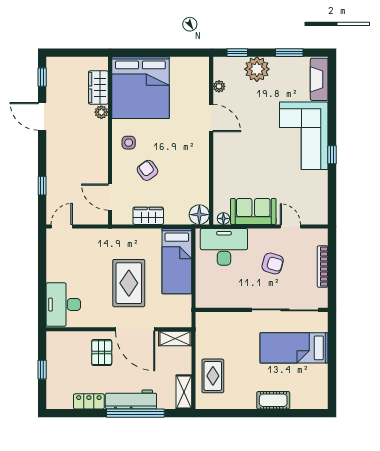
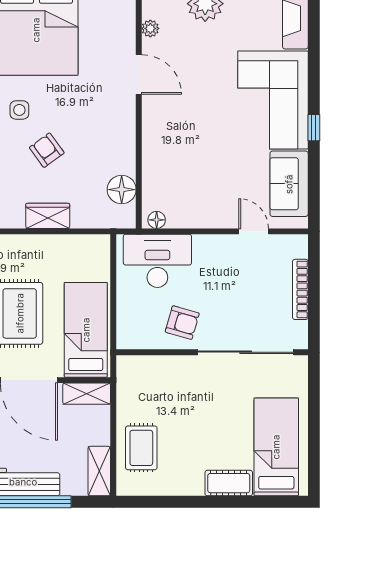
sofa: (253, 211) -> (289, 184), moved, turned -90
floor lamp: (199, 215) -> (122, 190), moved
bed: (177, 261) -> (86, 330), moved, turned 180
armchair: (273, 263) -> (182, 323), moved
bed: (294, 348) -> (276, 447), moved, turned 90

